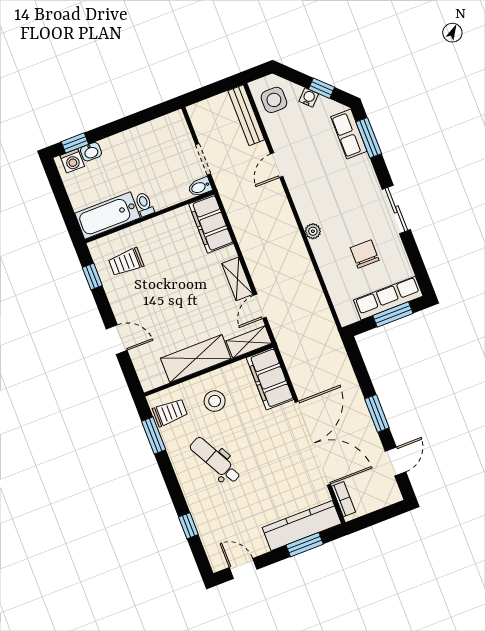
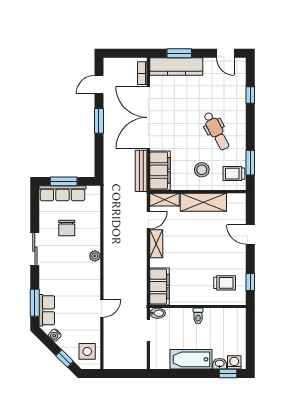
window: (321, 88) -> (65, 358), moved
water cooler: (309, 98) -> (55, 335), moved
bench: (246, 115) -> (141, 171), moved
bathtub: (108, 216) -> (191, 359), moved, turned 180

